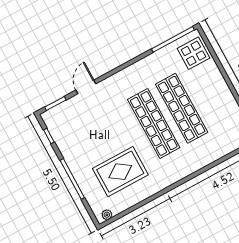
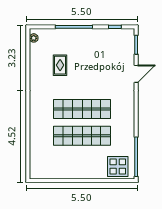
door: (86, 87) -> (136, 74), hinge flipped
rug: (120, 172) -> (60, 65), width x0.54, depth x0.49

